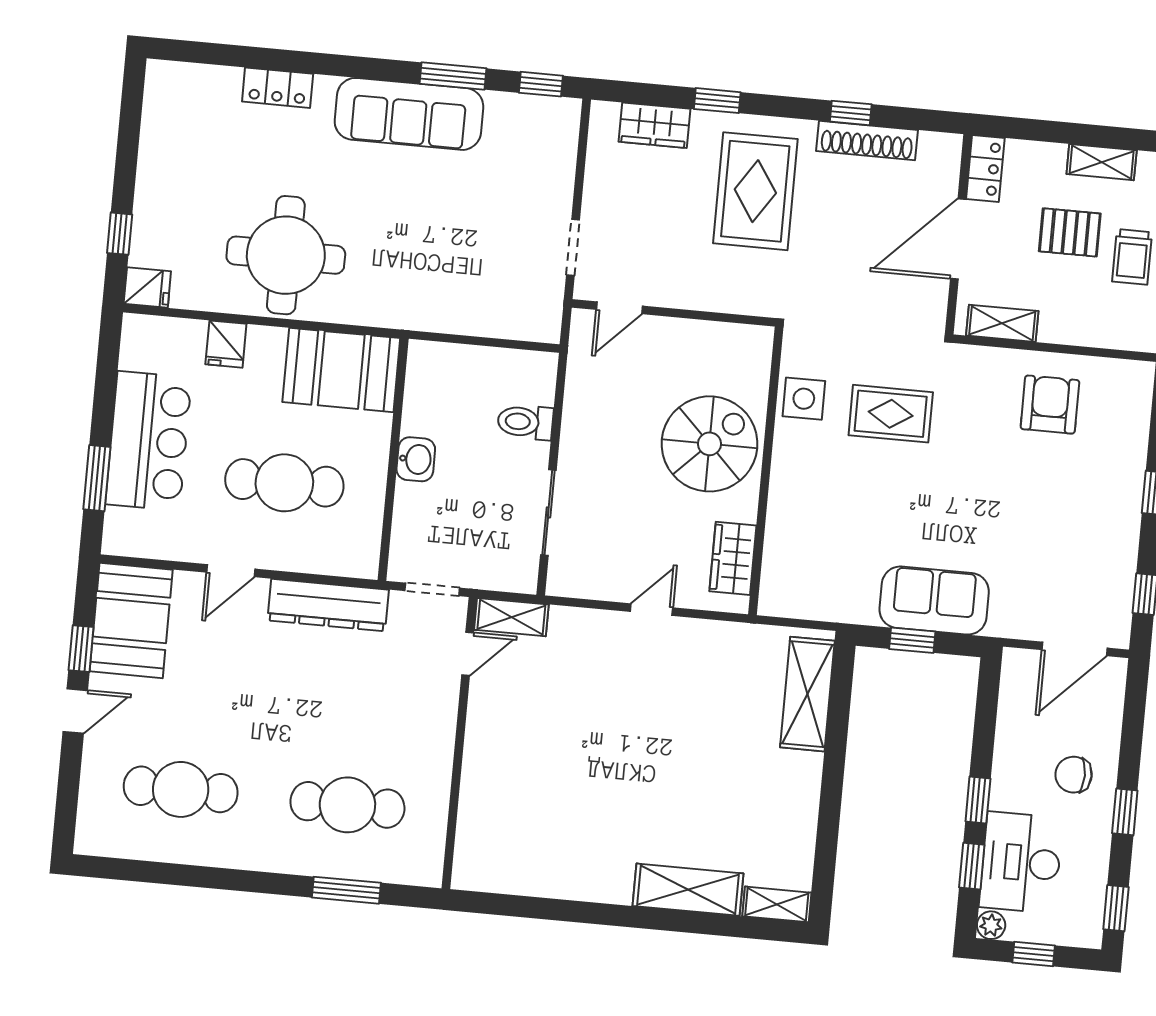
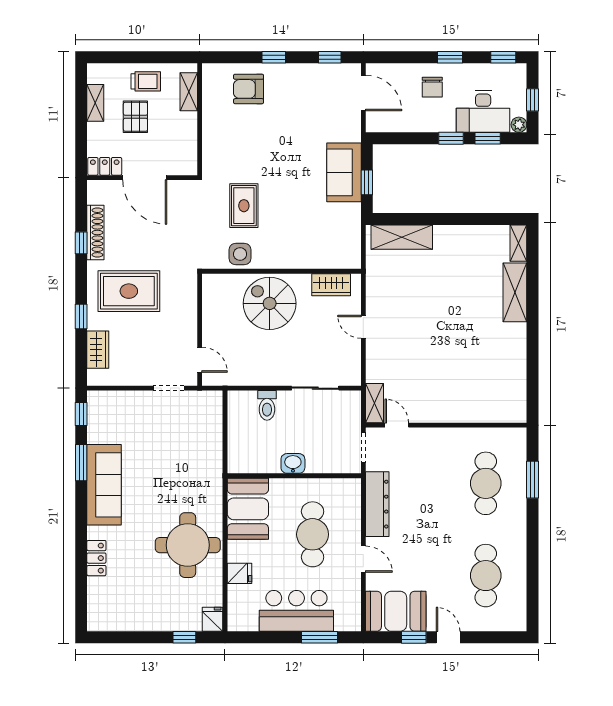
shelving: (1002, 323) -> (189, 92), moved
armchair: (1050, 405) -> (249, 89), moved

